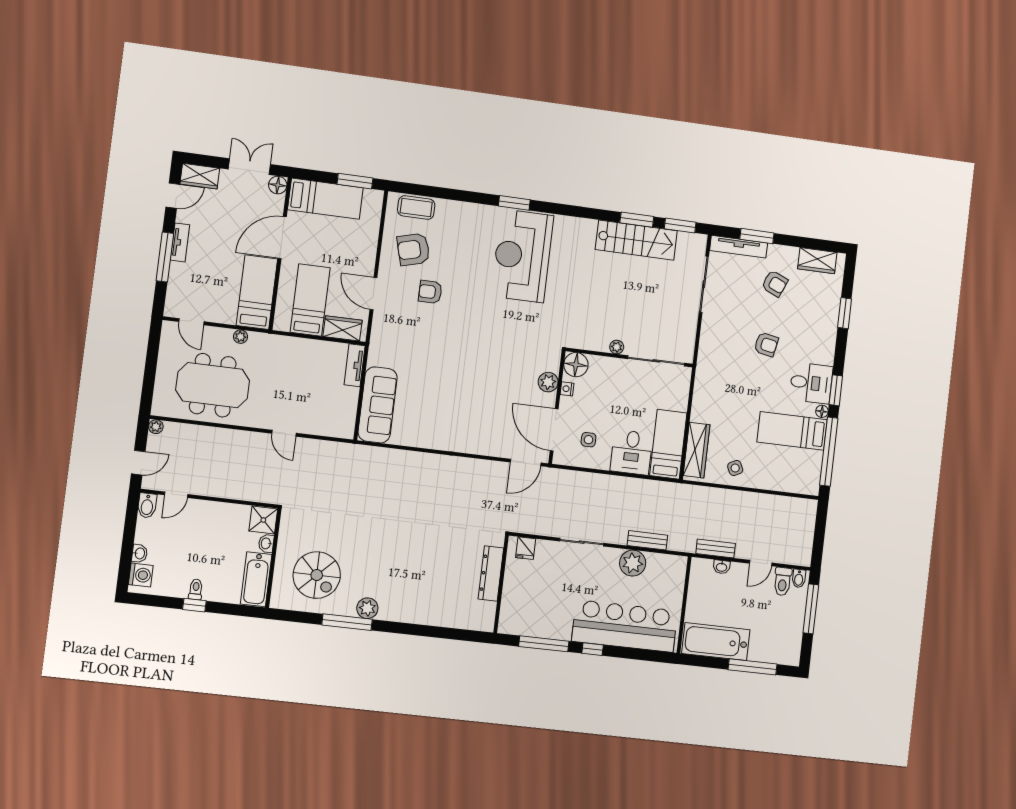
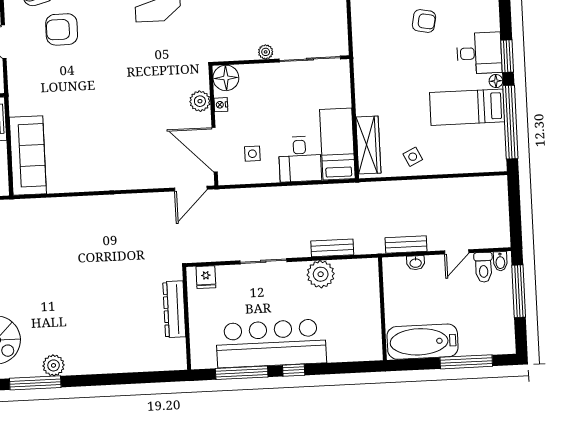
armchair: (430, 292) -> (62, 29), width x1.38, depth x1.38
bar counter: (625, 626) -> (271, 343), moved

